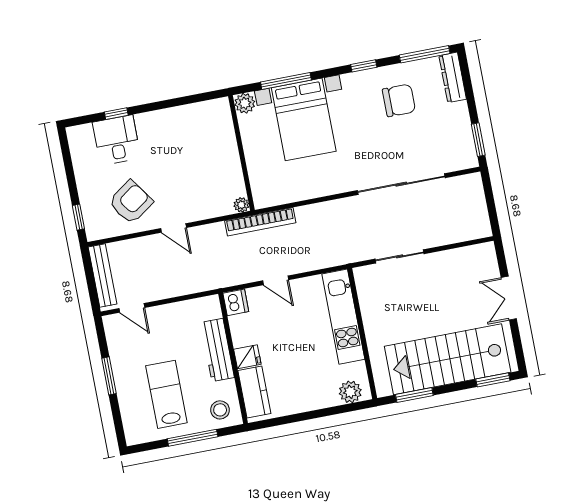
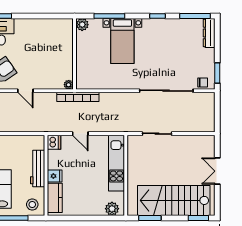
chair: (399, 100) -> (203, 83), moved, width x0.54, depth x0.54
bed with nightstands: (304, 119) -> (122, 41), width x0.73

